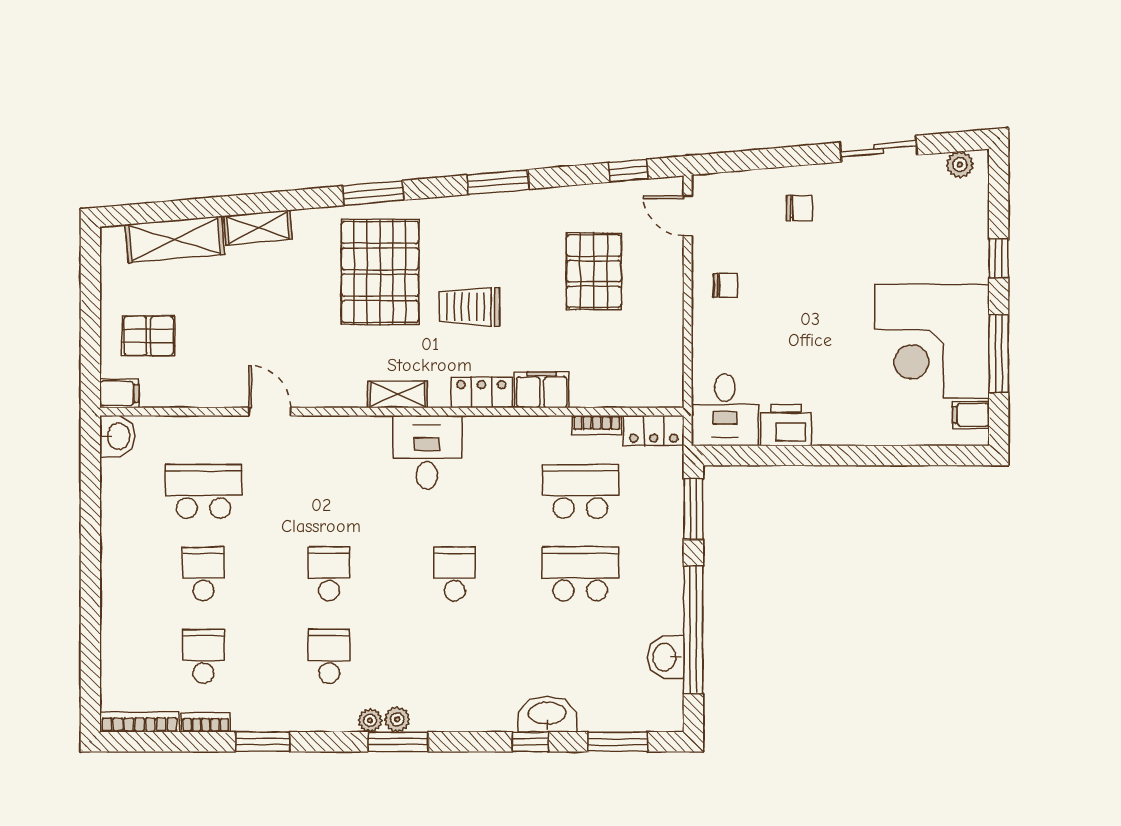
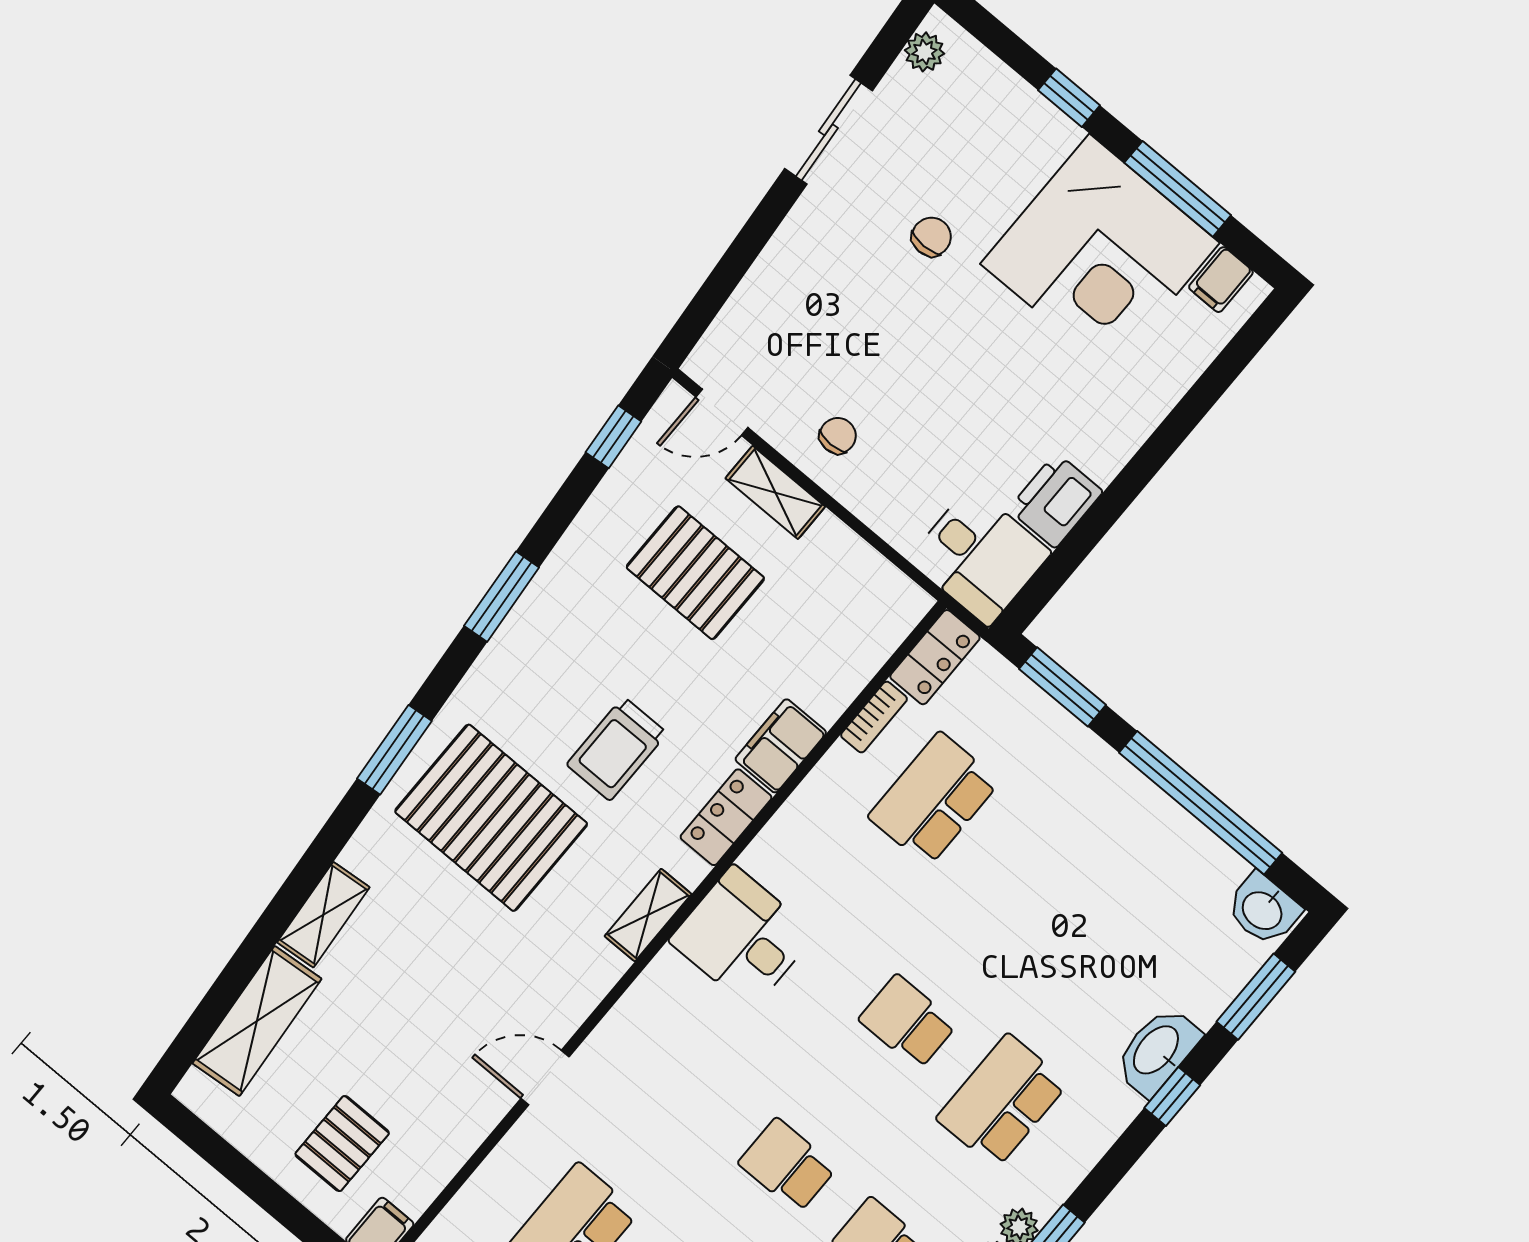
chair: (799, 208) -> (931, 237), moved
shelving: (669, 278) -> (775, 492), added
school desk: (580, 574) -> (1002, 1101), moved
washbasin: (666, 657) -> (1263, 909), moved

